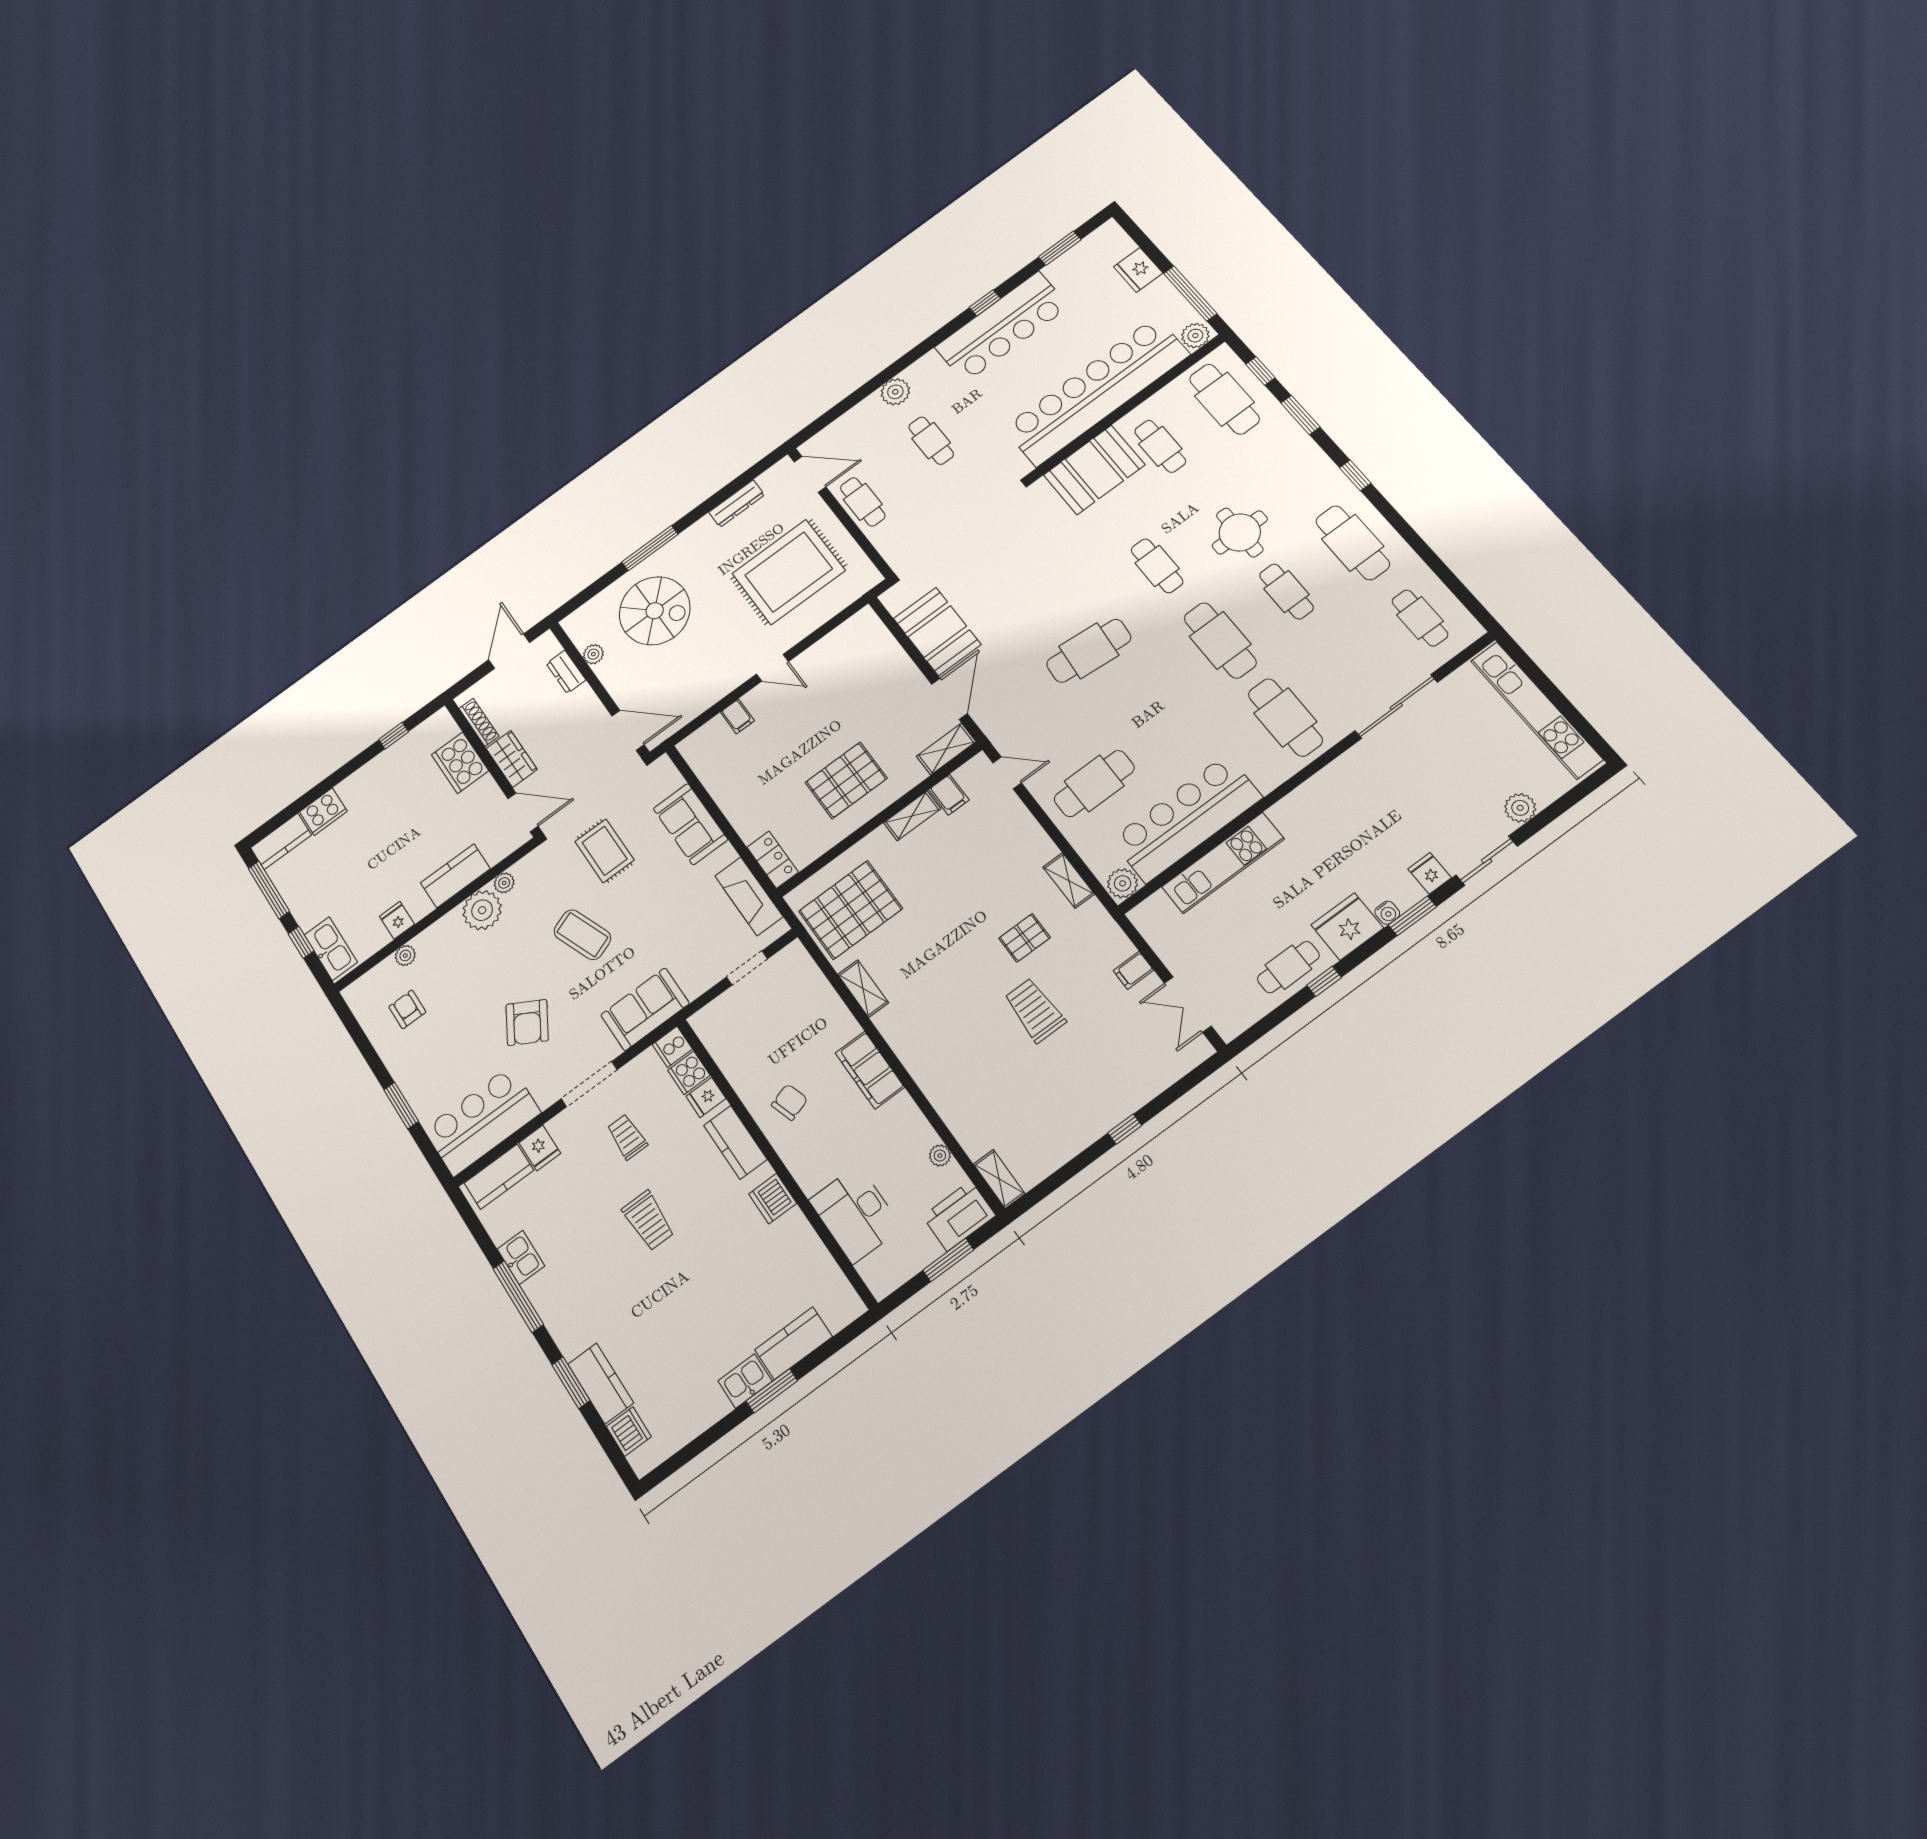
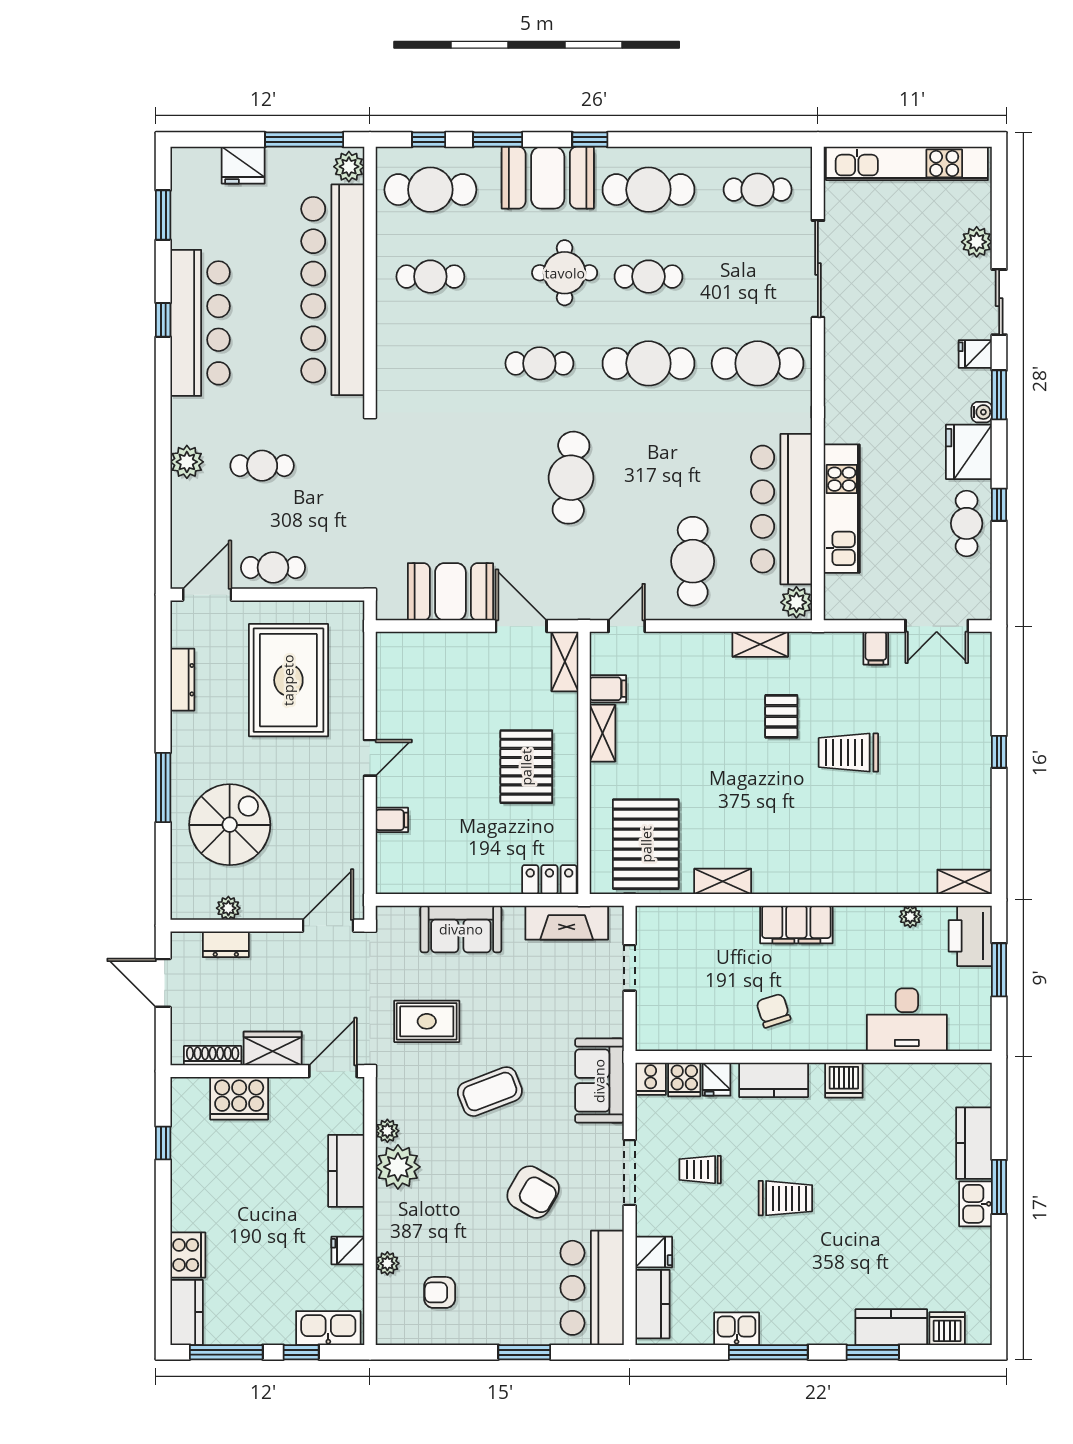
booth: (1094, 470) -> (548, 178), moved, turned 90

